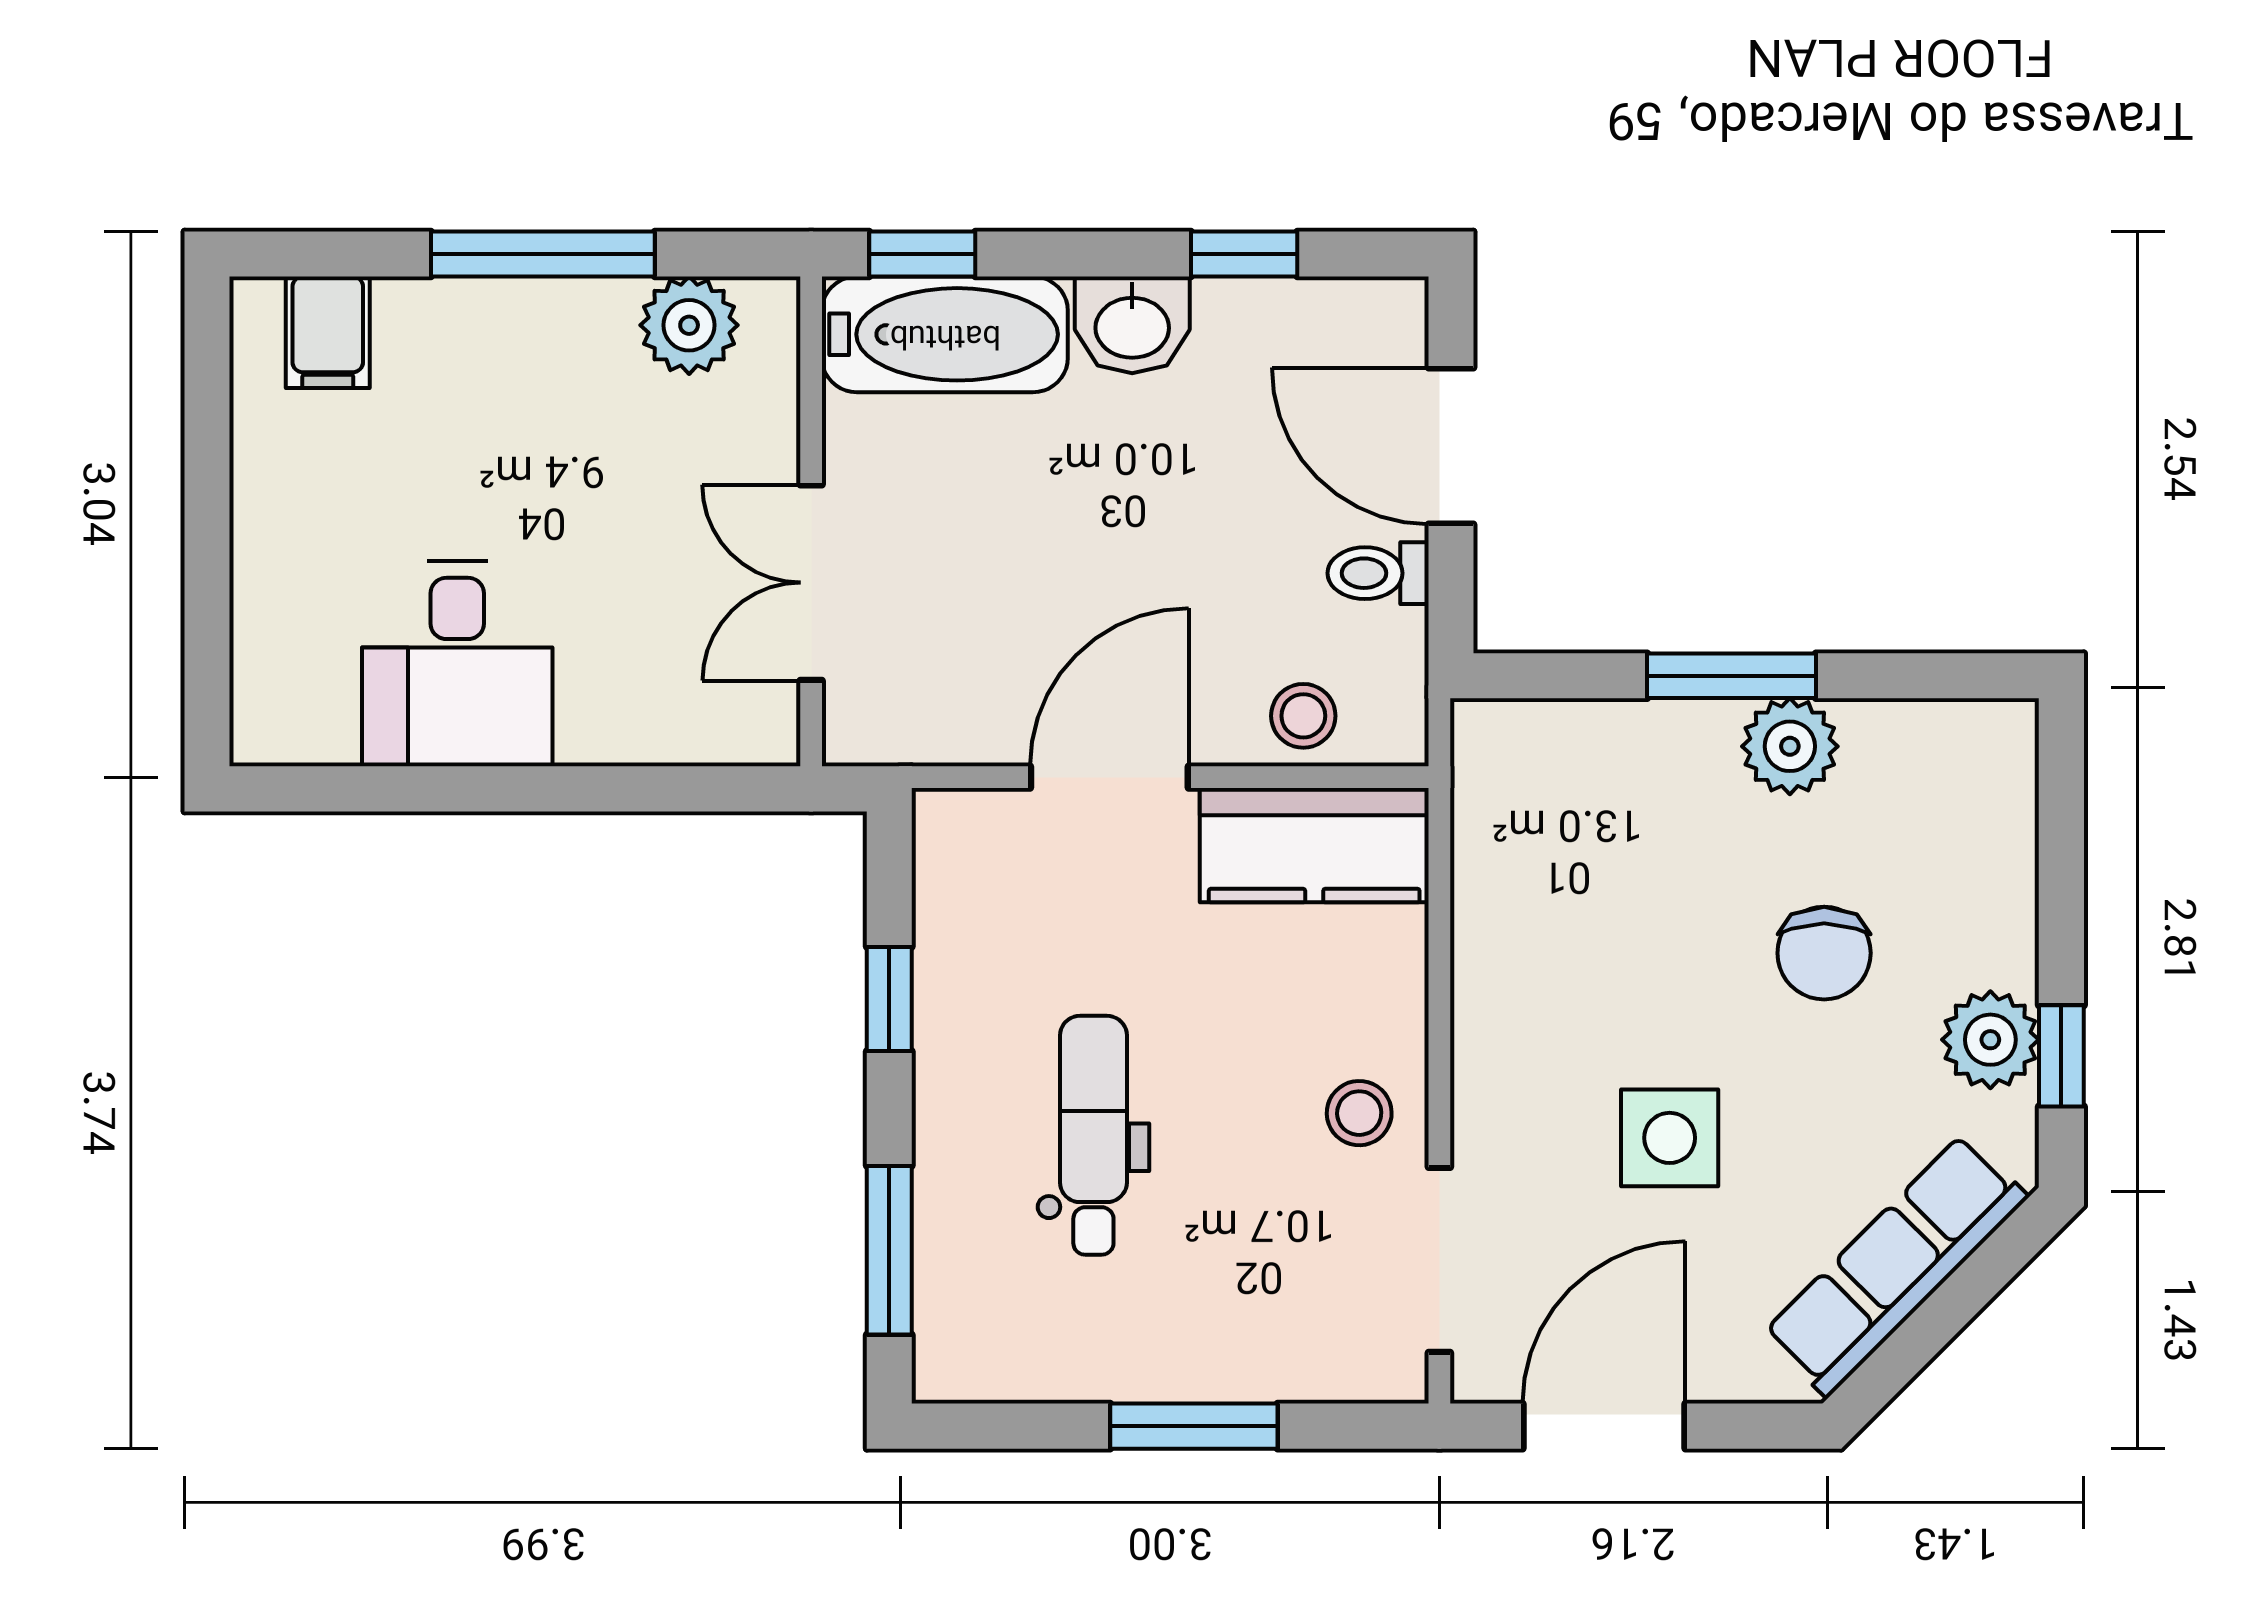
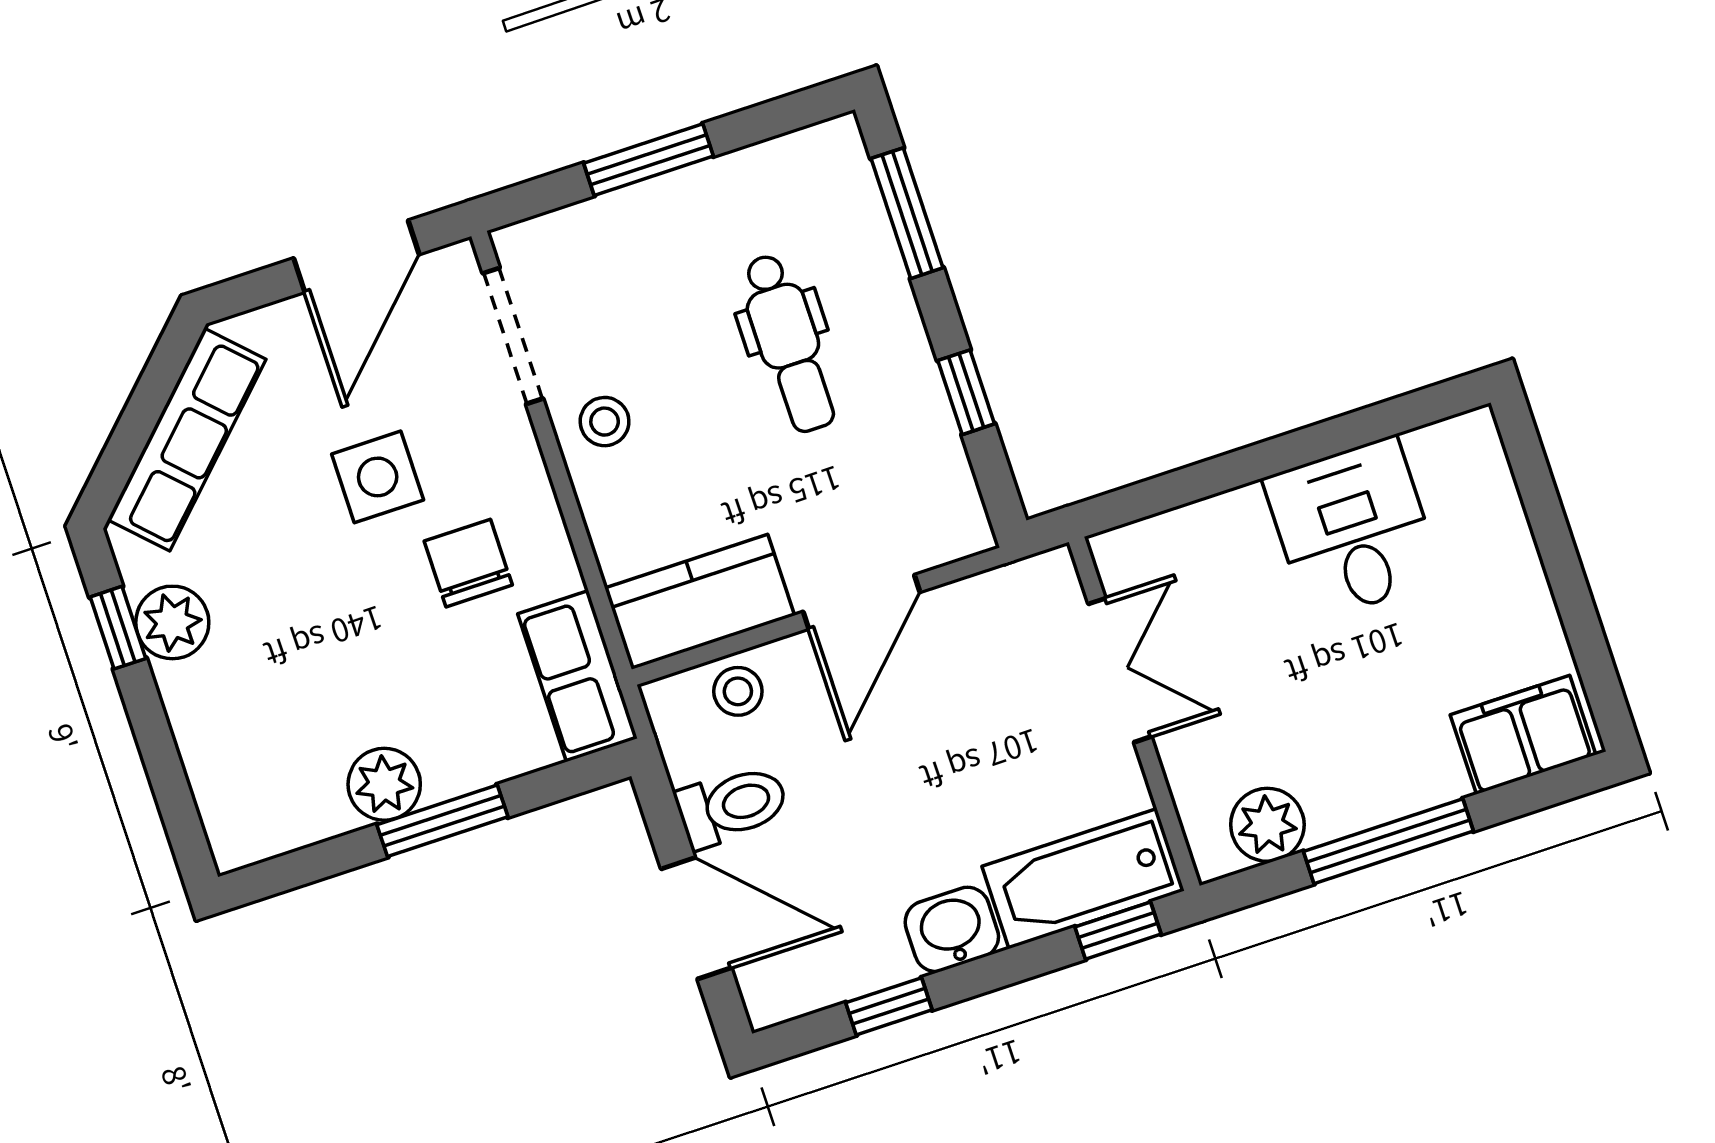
filing cabinet: (328, 332) -> (1523, 735), width x2.00
toilet: (1378, 573) -> (732, 806), width x1.37, depth x1.39
row of seats: (1500, 802) -> (578, 676), added
chair: (1824, 953) -> (468, 563), moved

